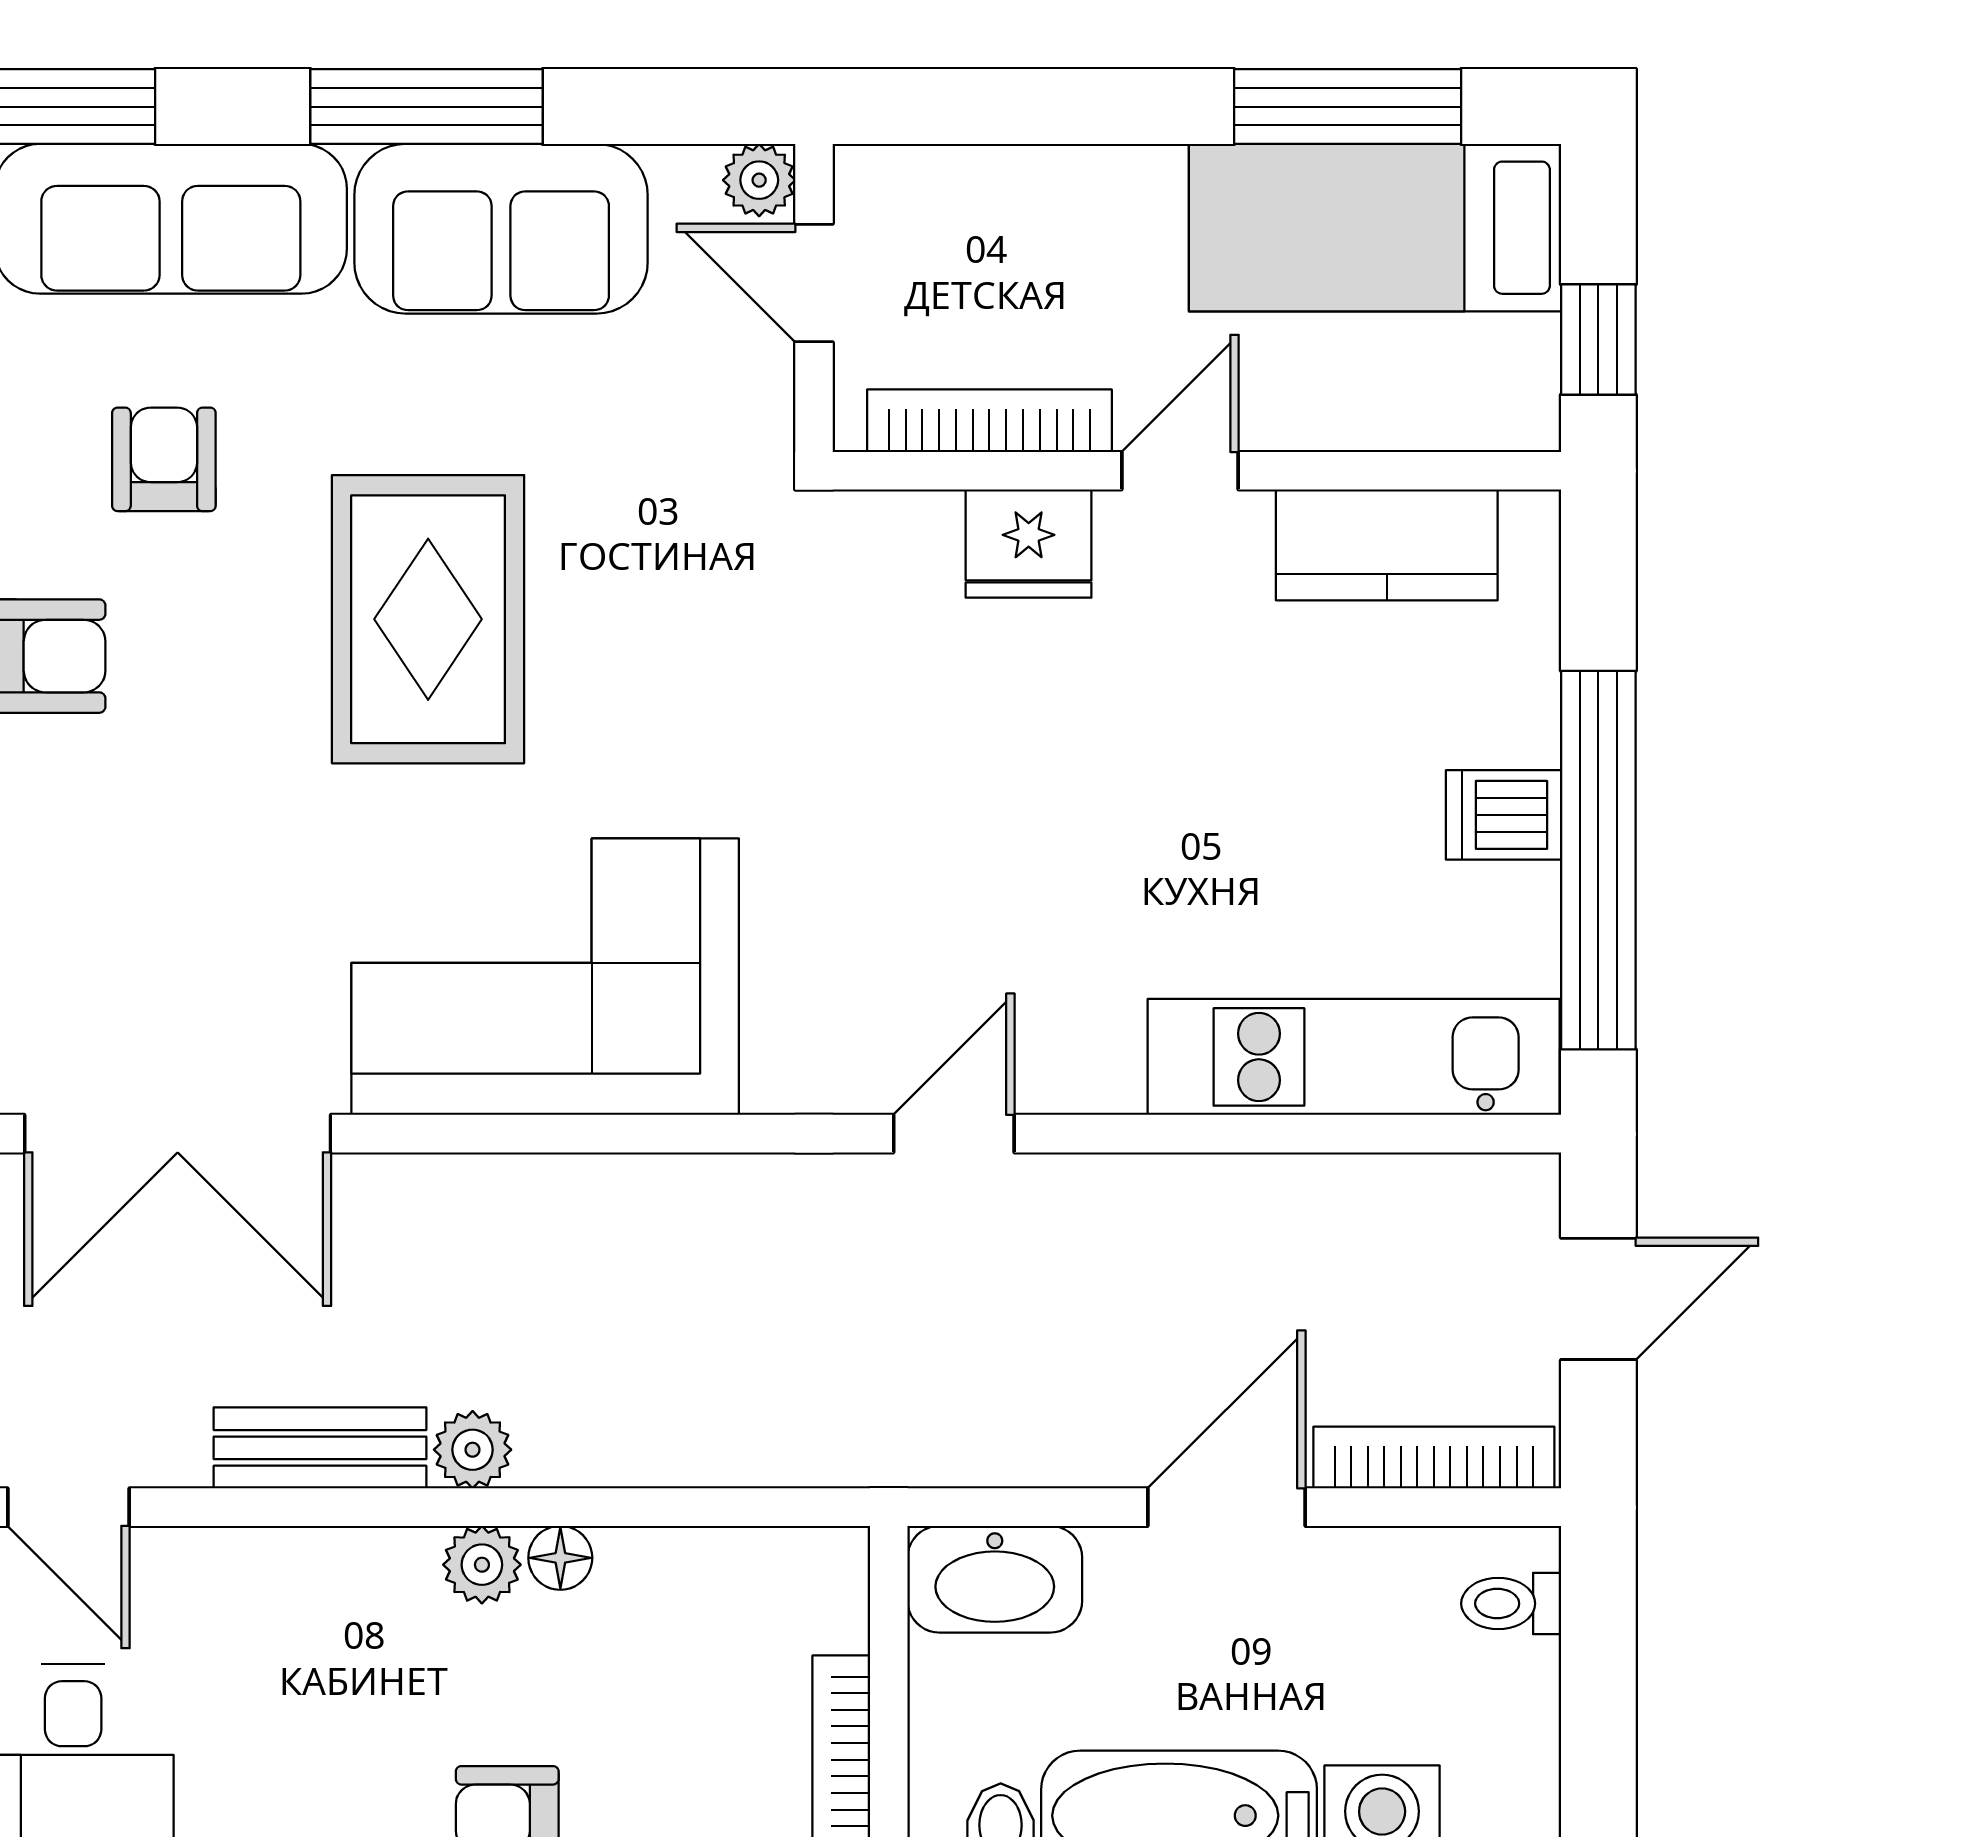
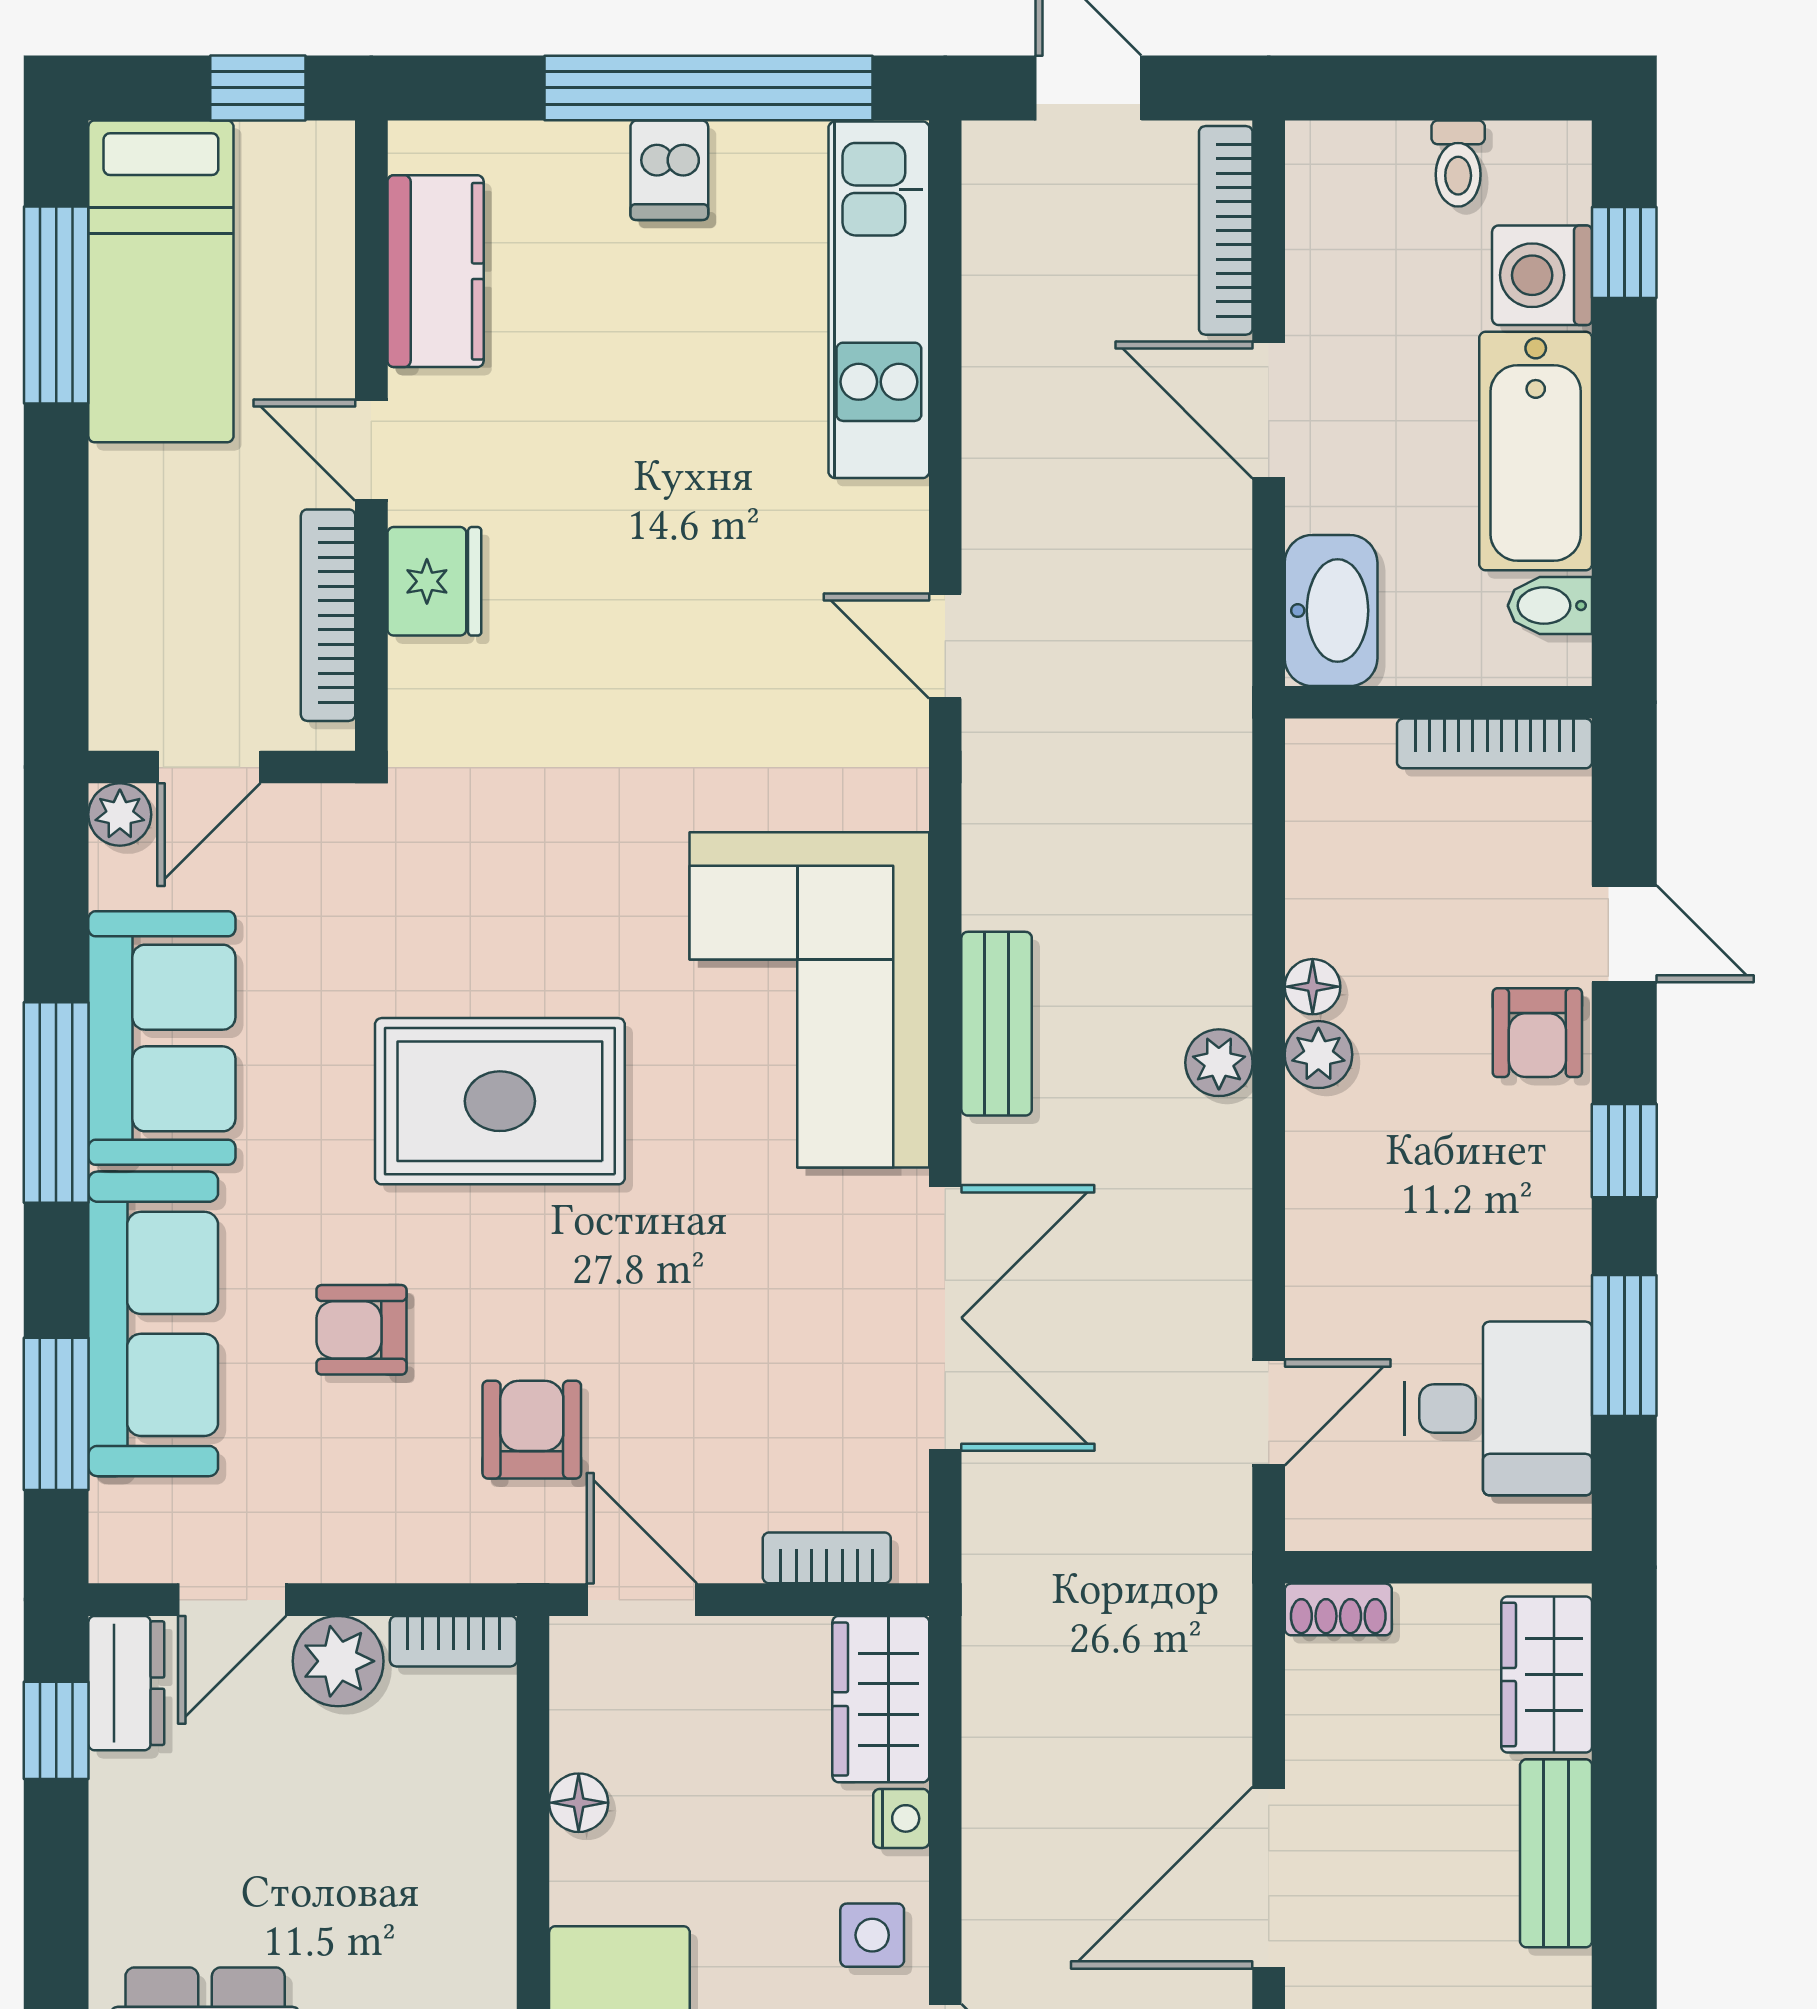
bench: (320, 1448) -> (997, 1024), moved
toilet: (1511, 1604) -> (1458, 163), moved

